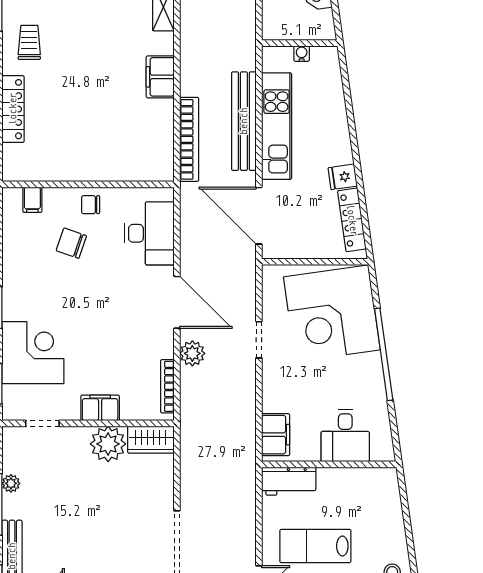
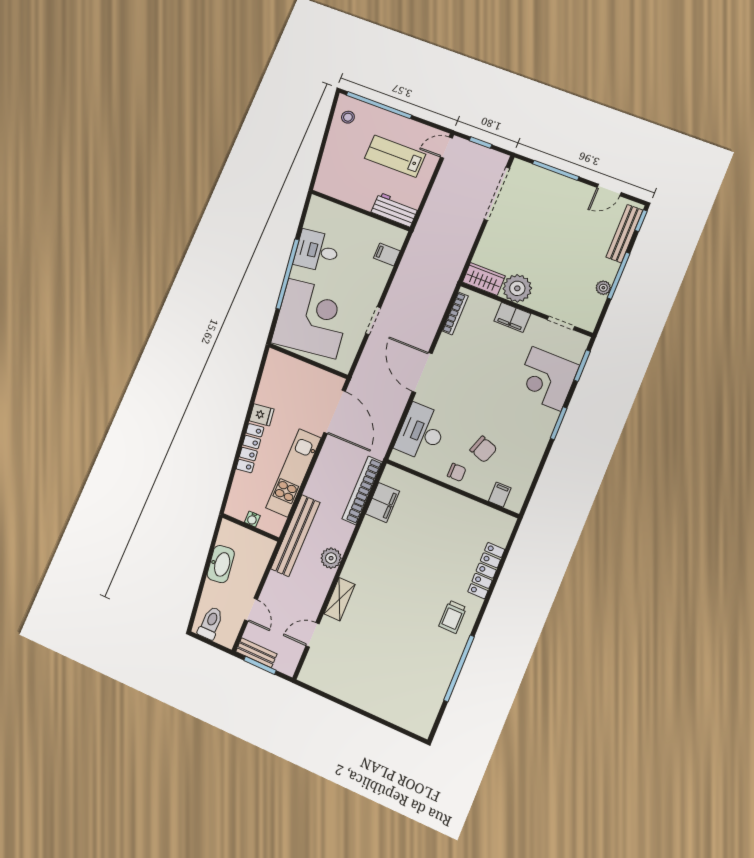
filing cabinet: (160, 77) -> (383, 503), moved
bench: (244, 121) -> (295, 536), moved
locker: (352, 220) -> (250, 448), moved
plant: (192, 353) -> (331, 558), moved
filing cabinet: (276, 435) -> (387, 254), width x0.50
desk: (345, 436) -> (317, 251), moved, turned -98
lab bench: (315, 546) -> (395, 156), turned 180

